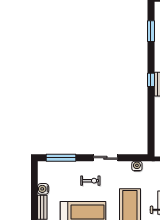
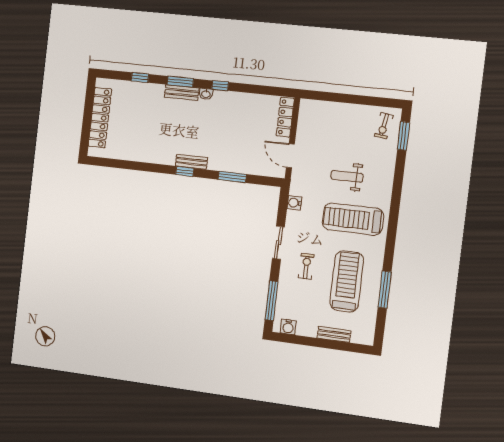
window: (151, 31) -> (232, 177), moved
water cooler: (43, 189) -> (288, 327), moved

